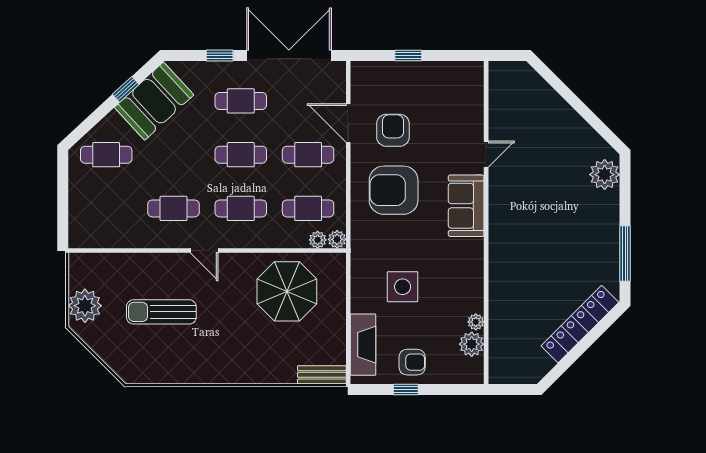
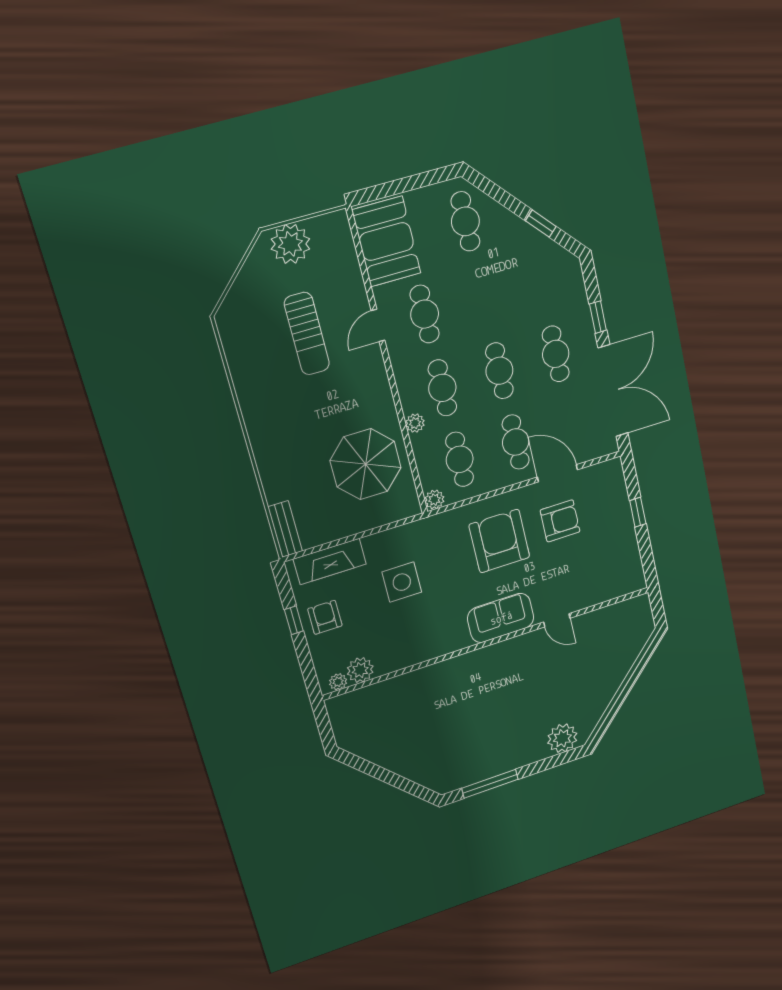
booth: (154, 101) -> (386, 242), moved, turned 43
door: (348, 123) -> (557, 473), hinge flipped
plant: (318, 240) -> (415, 423), moved
door: (204, 251) -> (378, 325), moved
sun lounger: (161, 312) -> (307, 334), turned 180
plant: (476, 322) -> (338, 682), moved
locker: (580, 324) -> (409, 766), removed
armchair: (412, 362) -> (325, 617), turned 180

